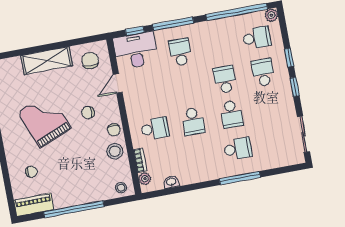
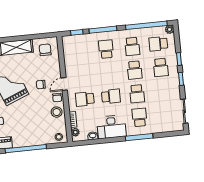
school desk: (257, 38) -> (158, 44), turned 180
school desk: (218, 45) -> (132, 46), added
desk: (136, 50) -> (111, 127), moved, turned 180
school desk: (263, 72) -> (161, 67), turned 180
school desk: (225, 80) -> (135, 70), turned 180
door: (118, 83) -> (64, 84), moved
school desk: (193, 121) -> (111, 96), turned -90
school desk: (155, 129) -> (85, 99), turned 180
school desk: (238, 149) -> (139, 117), turned -90

